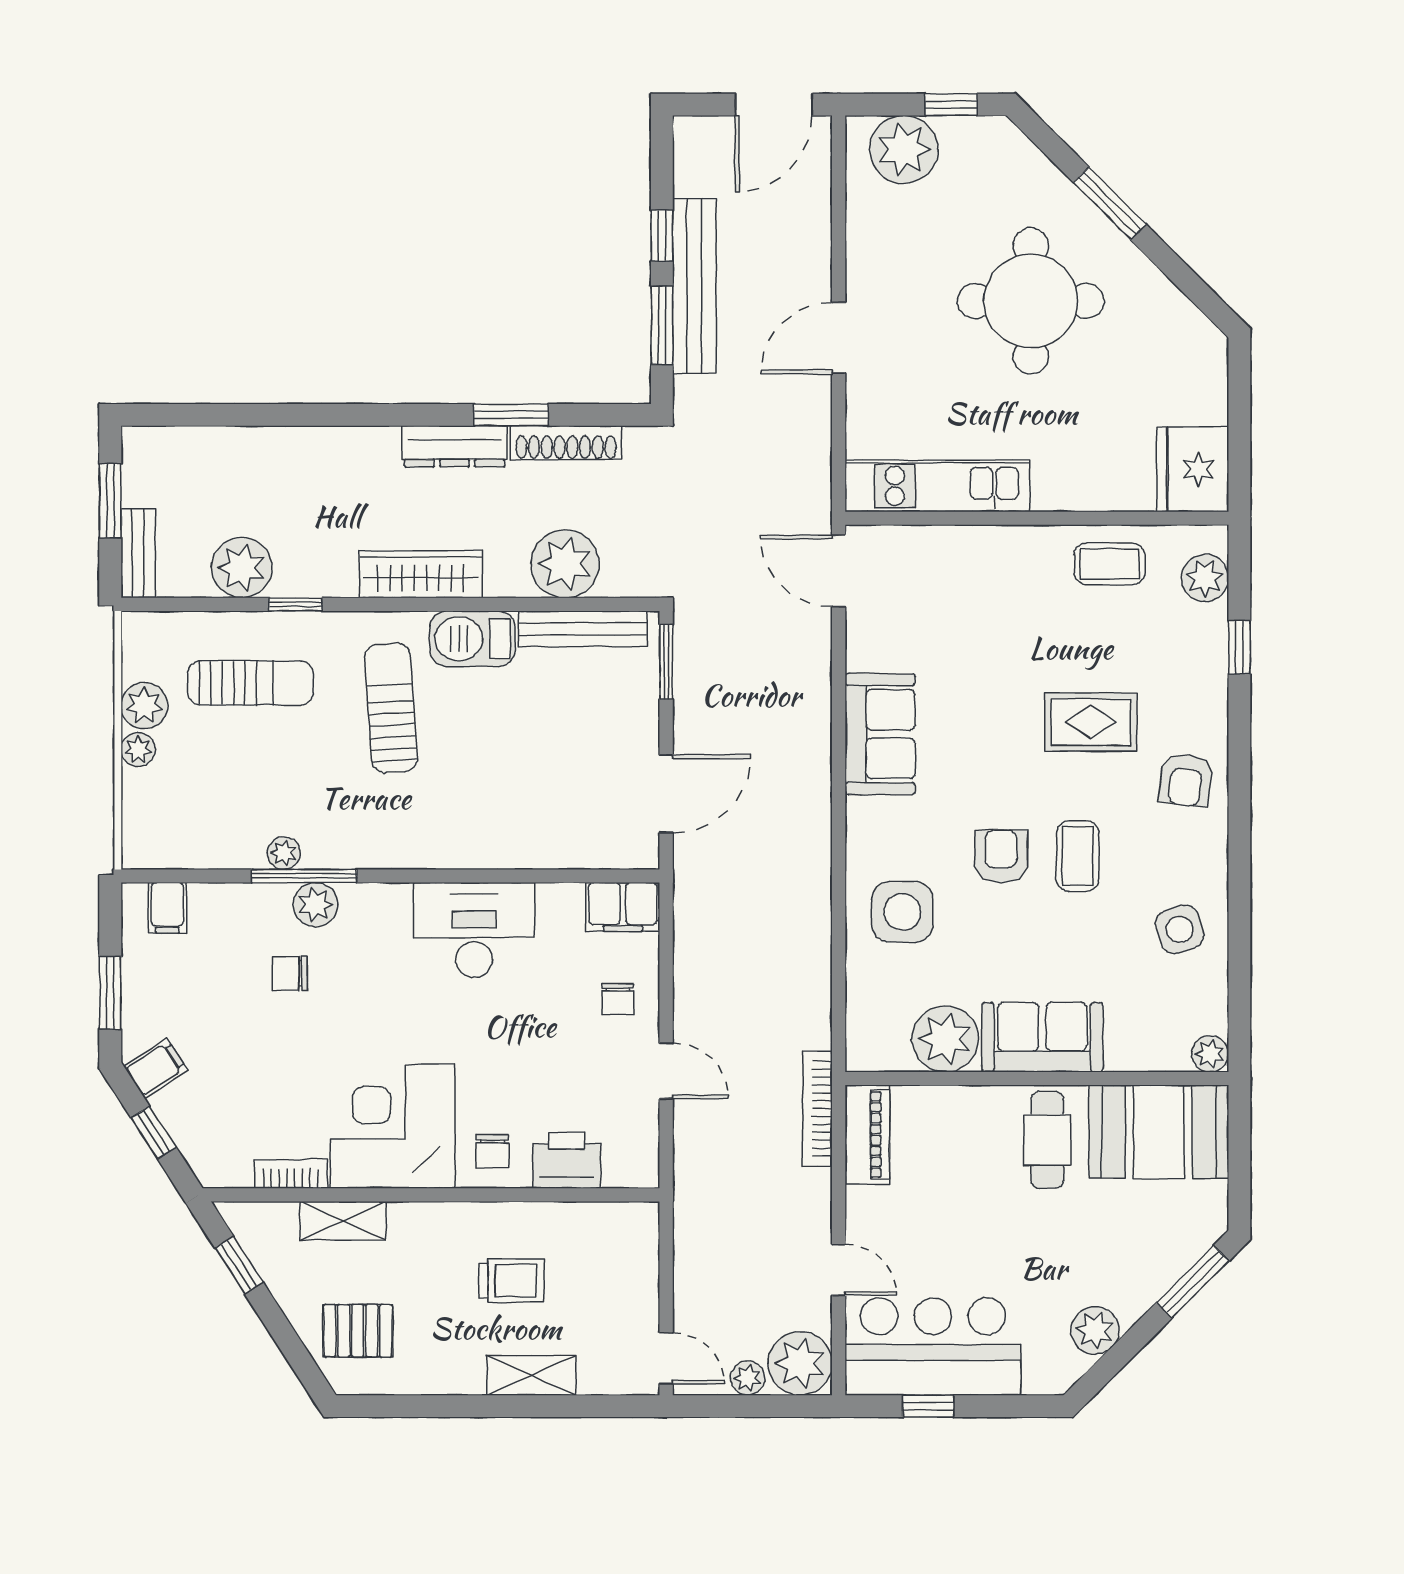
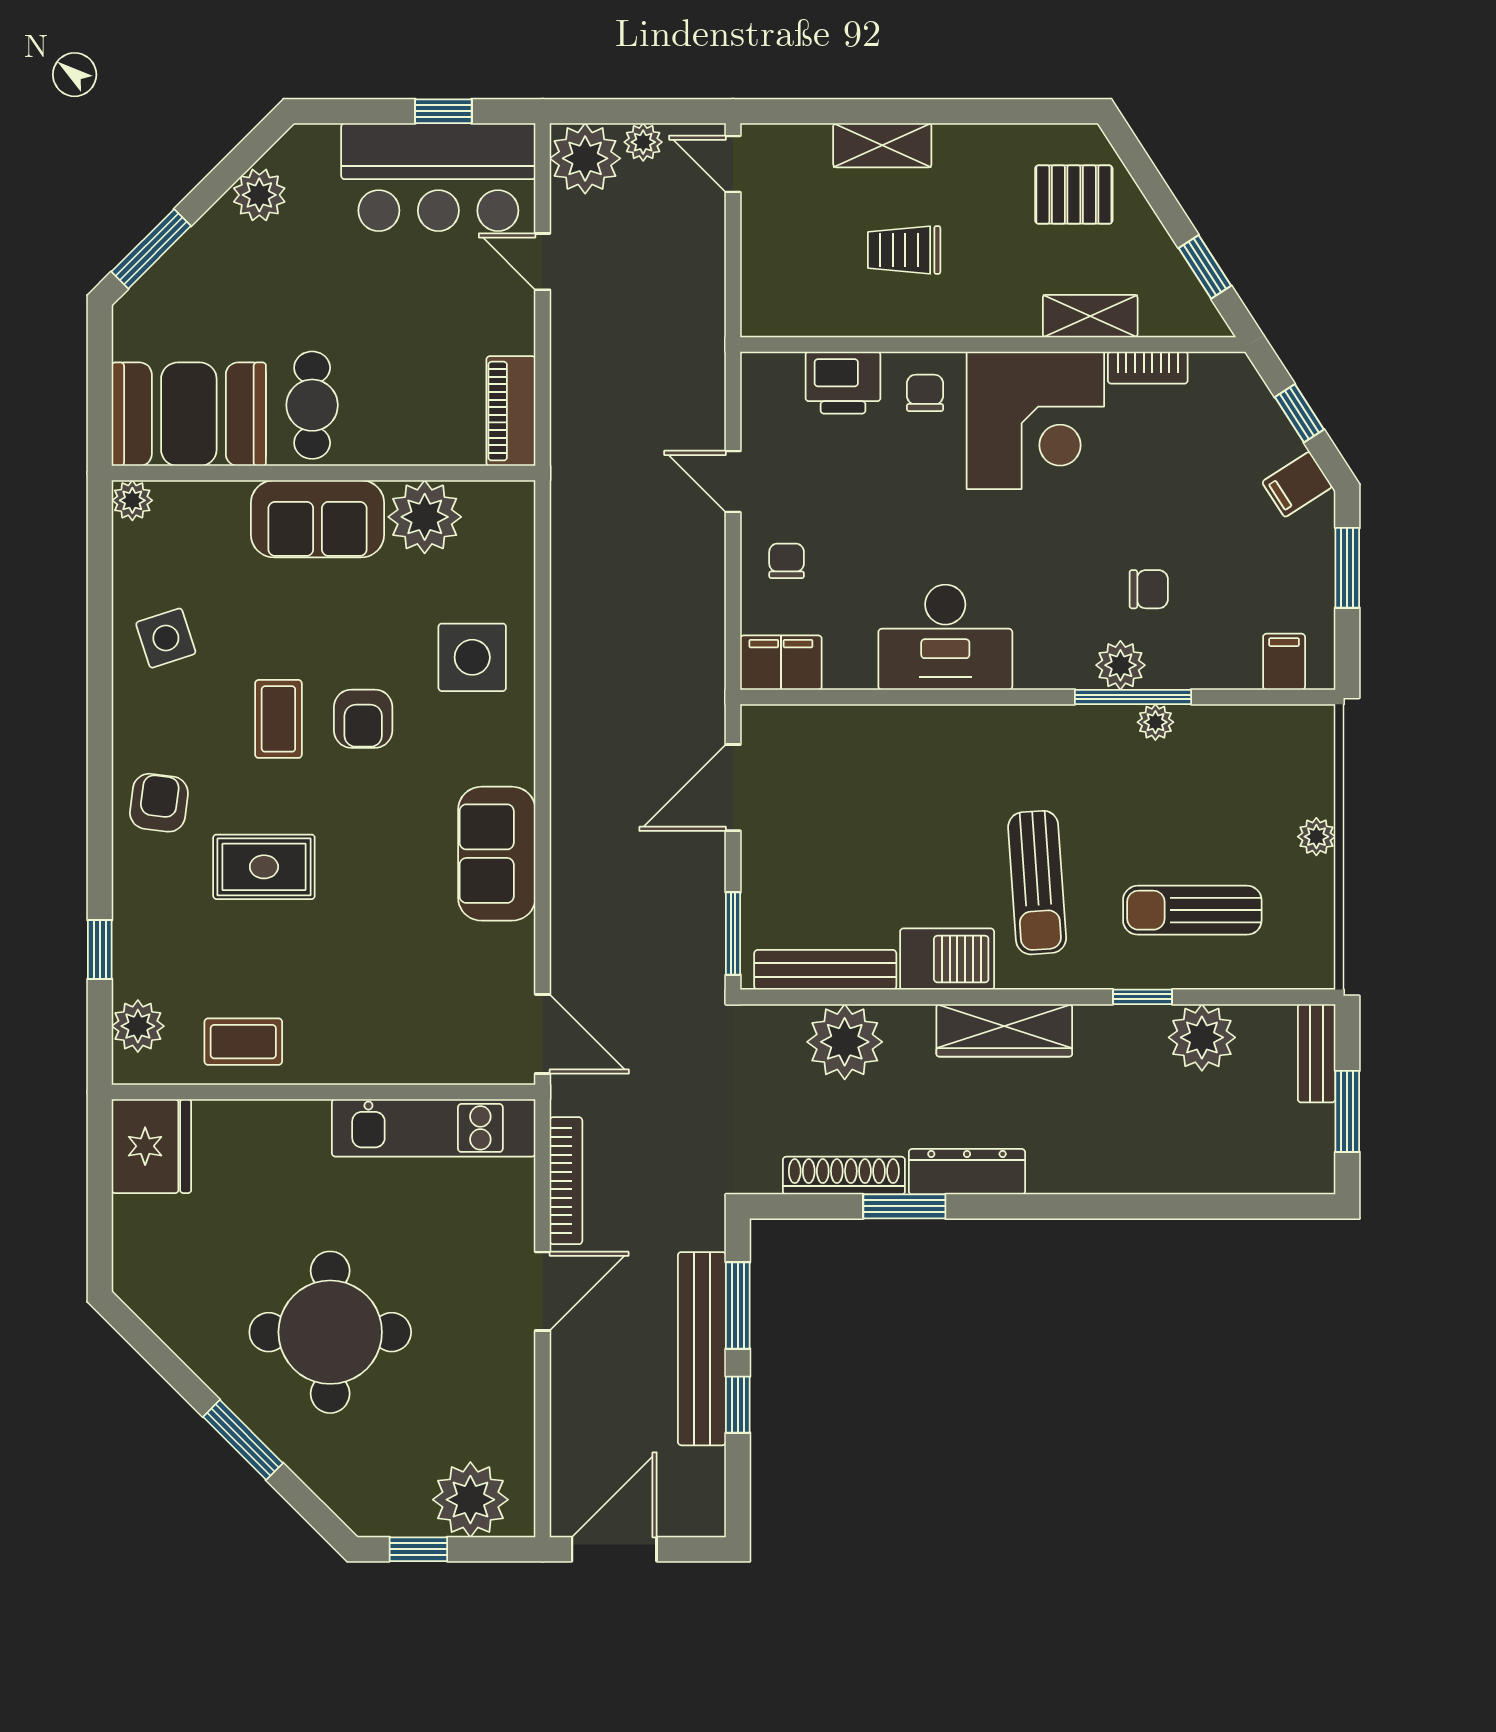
plant: (144, 706) -> (1310, 885), removed
bookcase: (817, 1109) -> (566, 1181), moved

